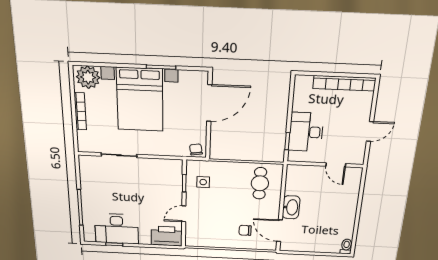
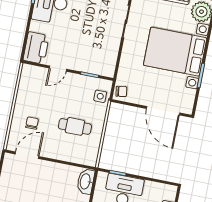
side table: (203, 182) -> (100, 96), moved
cafe table: (260, 183) -> (75, 126), moved
washbasin: (291, 207) -> (86, 181), moved, turned 90
door: (184, 214) -> (58, 69), swing flipped

